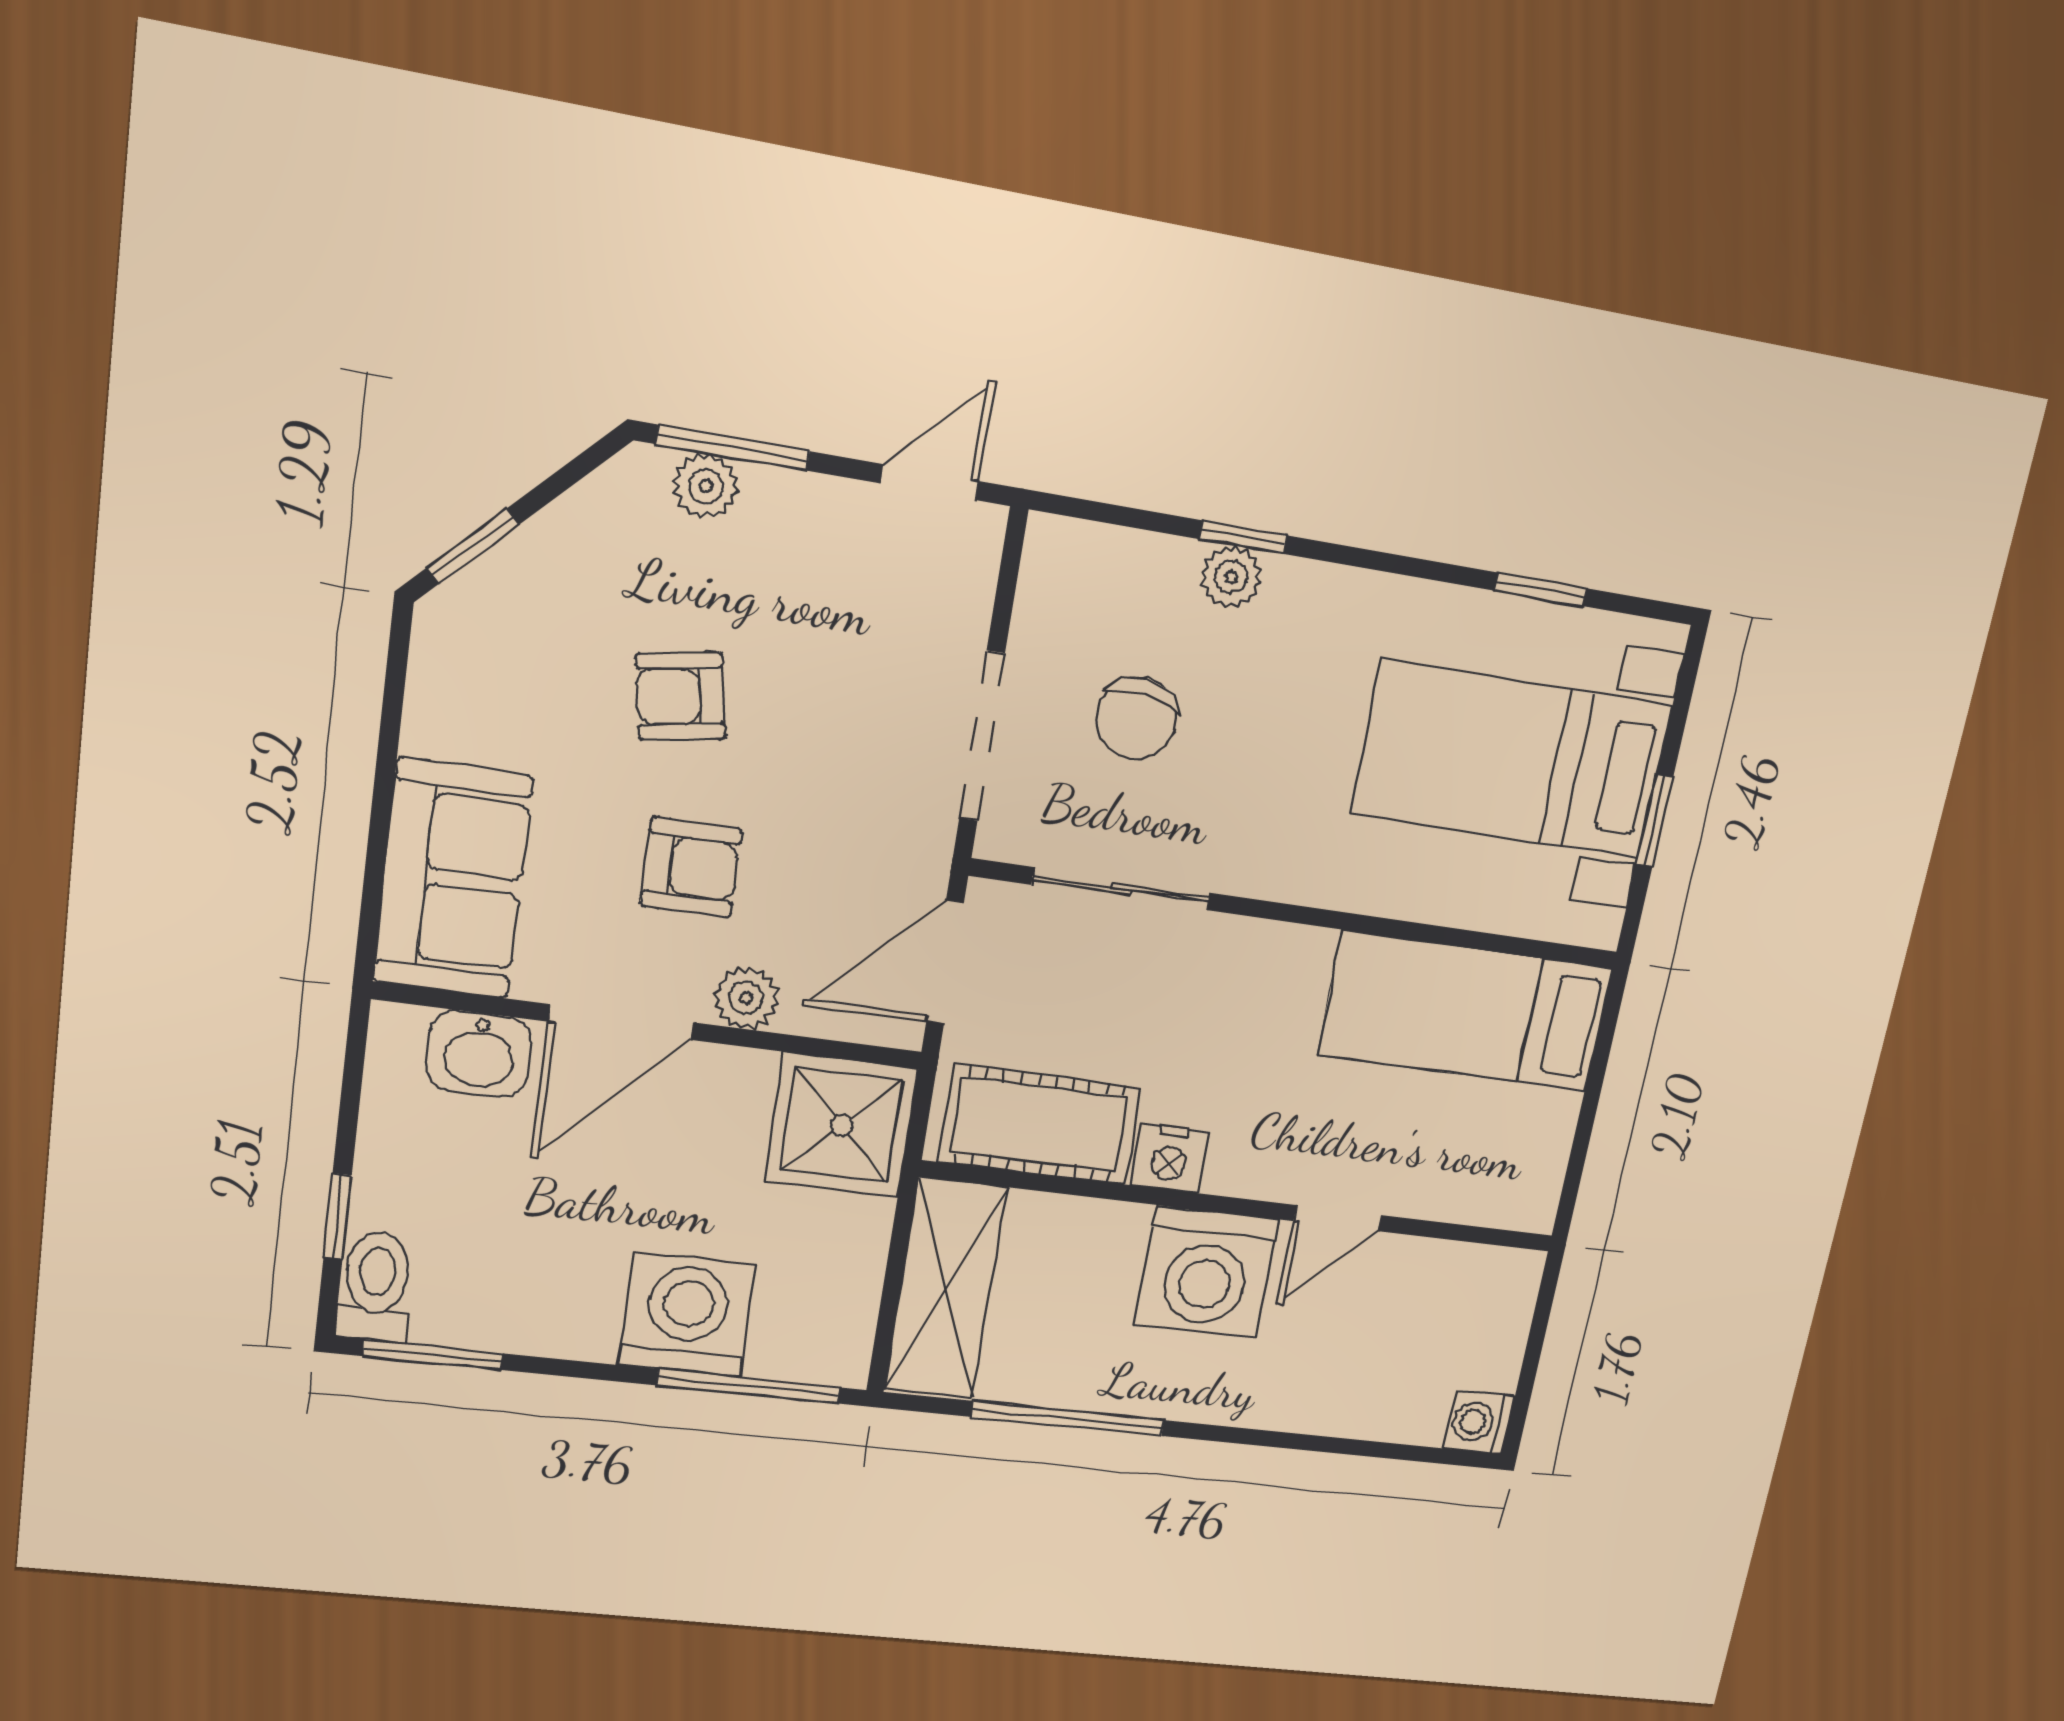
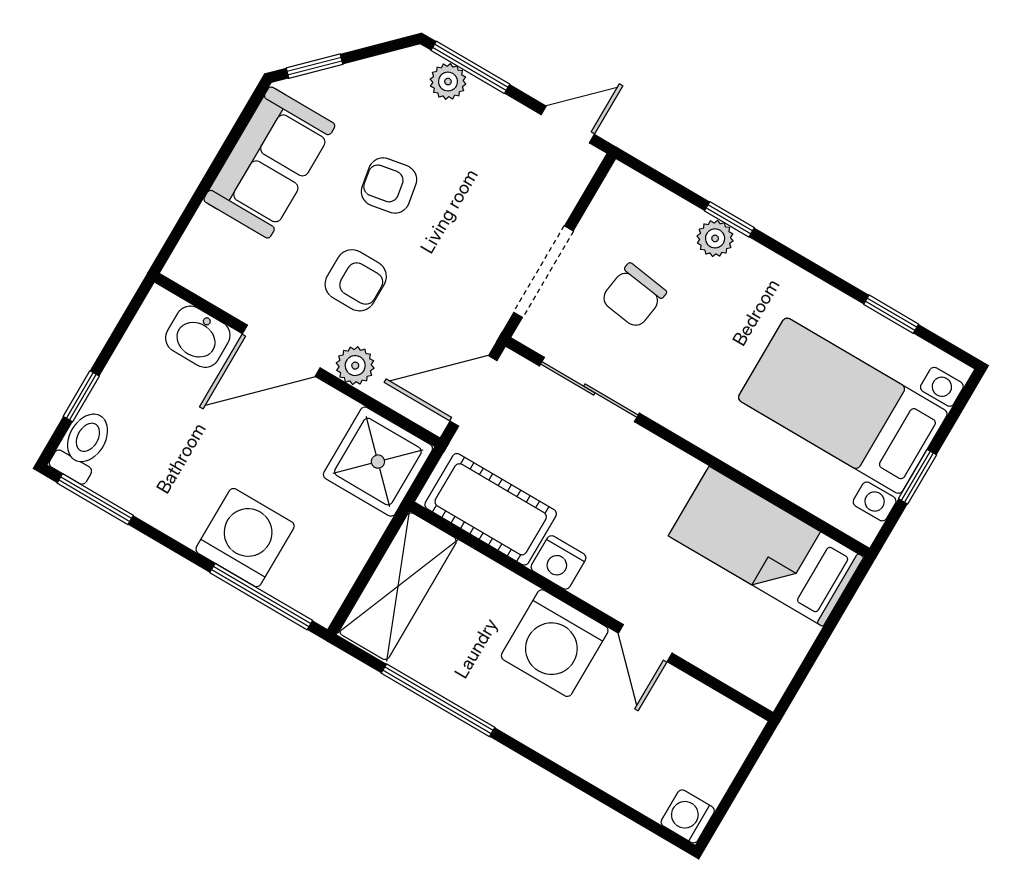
sofa: (453, 879) -> (269, 163), moved
door: (1337, 1218) -> (645, 643), hinge flipped

